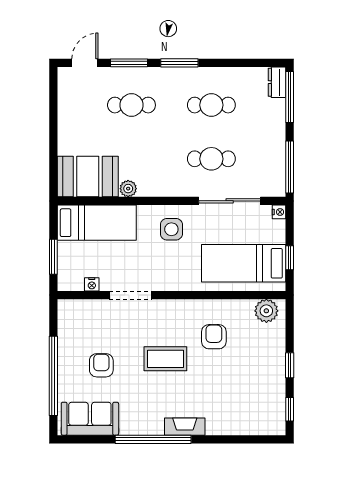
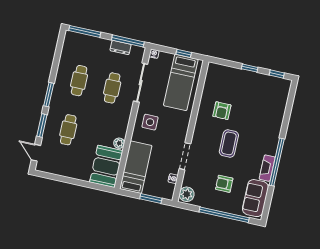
dresser: (277, 82) -> (121, 48), moved
plant: (266, 311) -> (187, 194), moved
armchair: (214, 337) -> (222, 111), turned -90
fireplace: (185, 427) -> (267, 168), moved

